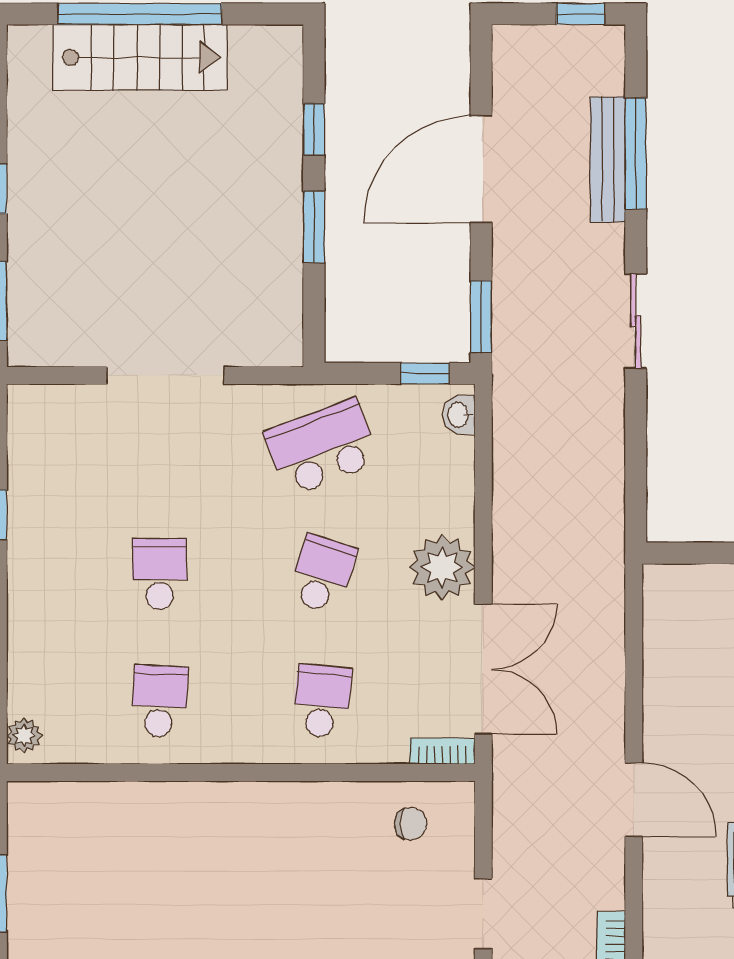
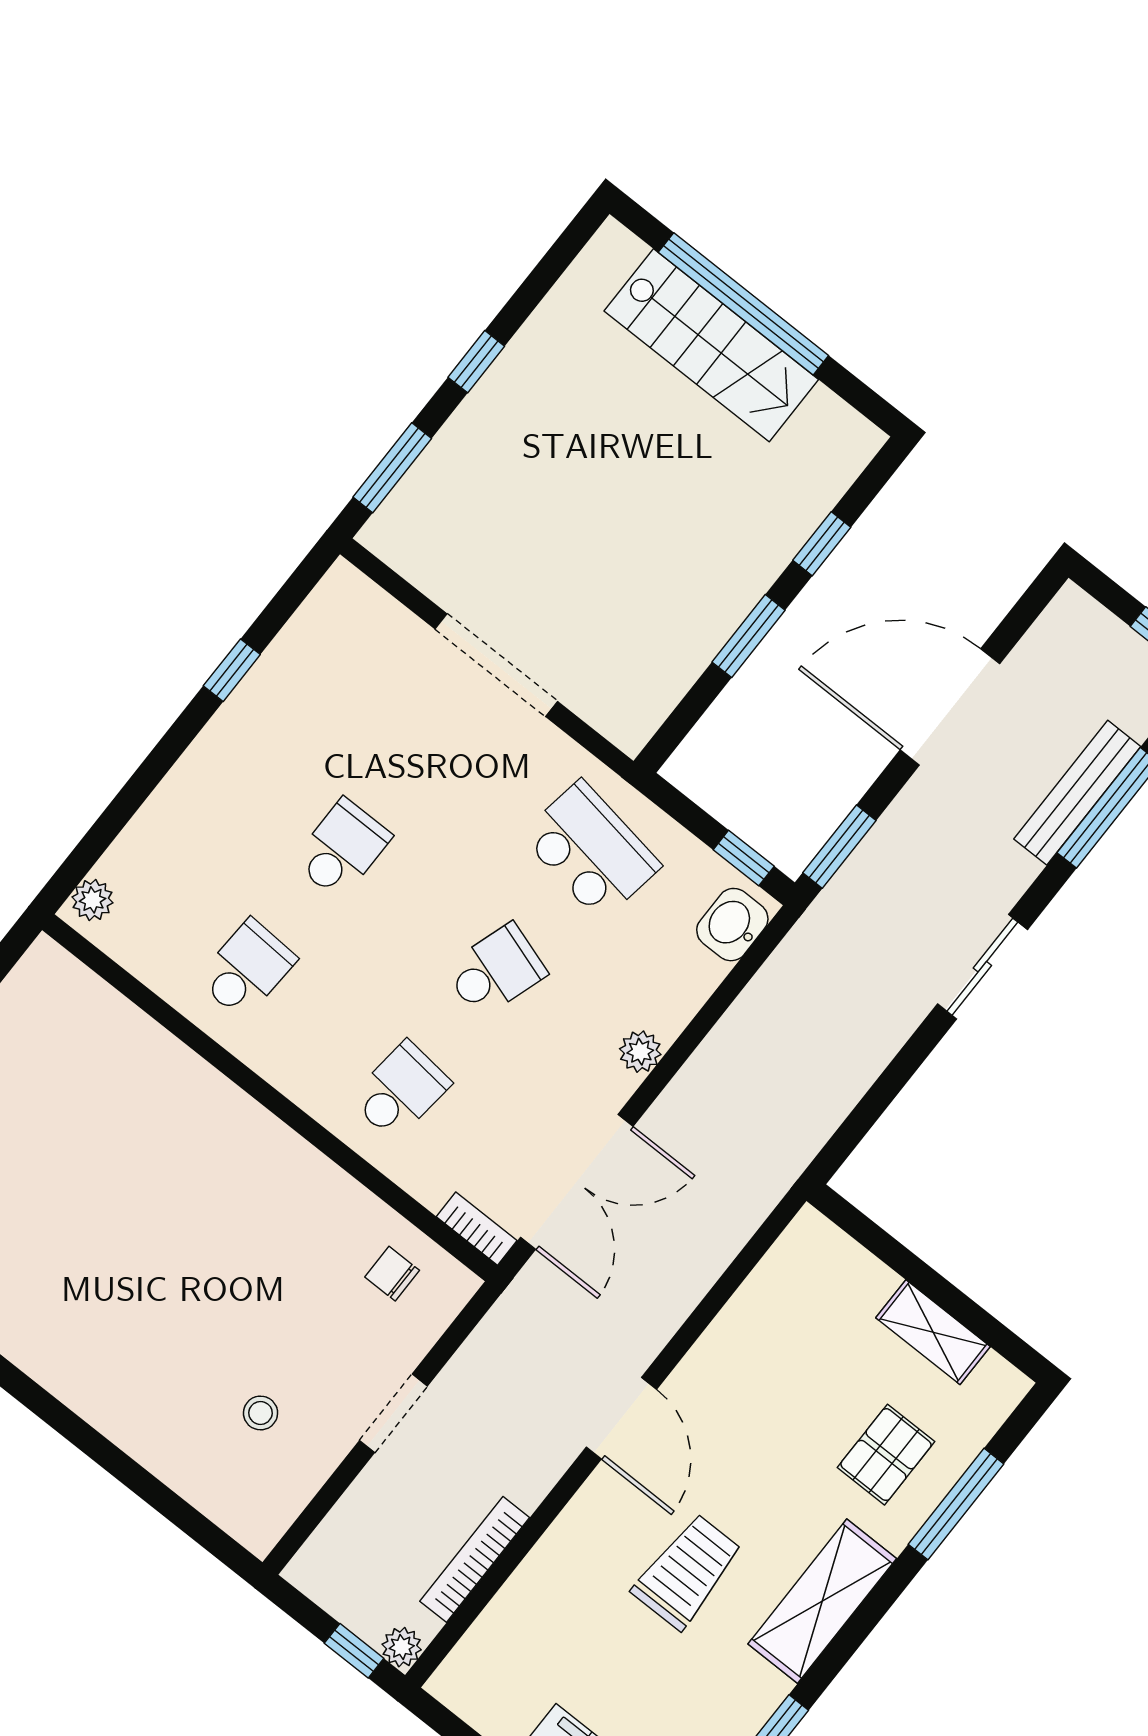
washbasin: (459, 415) -> (732, 925), width x1.38, depth x1.45
school desk: (322, 447) -> (591, 850), turned 30
plant: (442, 567) -> (640, 1052), width x0.53, depth x0.53
chair: (411, 824) -> (392, 1274), turned 180

